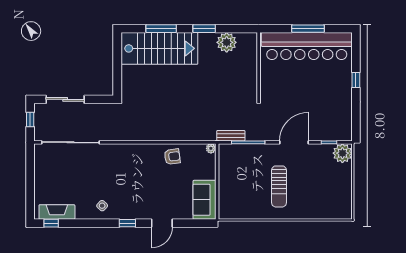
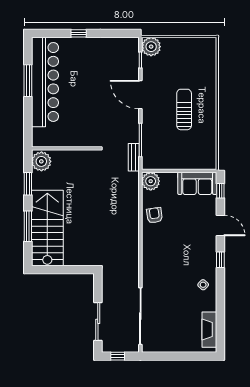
wall: (259, 67) -> (65, 148), moved
plant: (211, 148) -> (151, 181), width x1.88, depth x1.88
sun lounger: (279, 186) -> (184, 109), turned -90
window: (51, 223) -> (220, 191), moved

